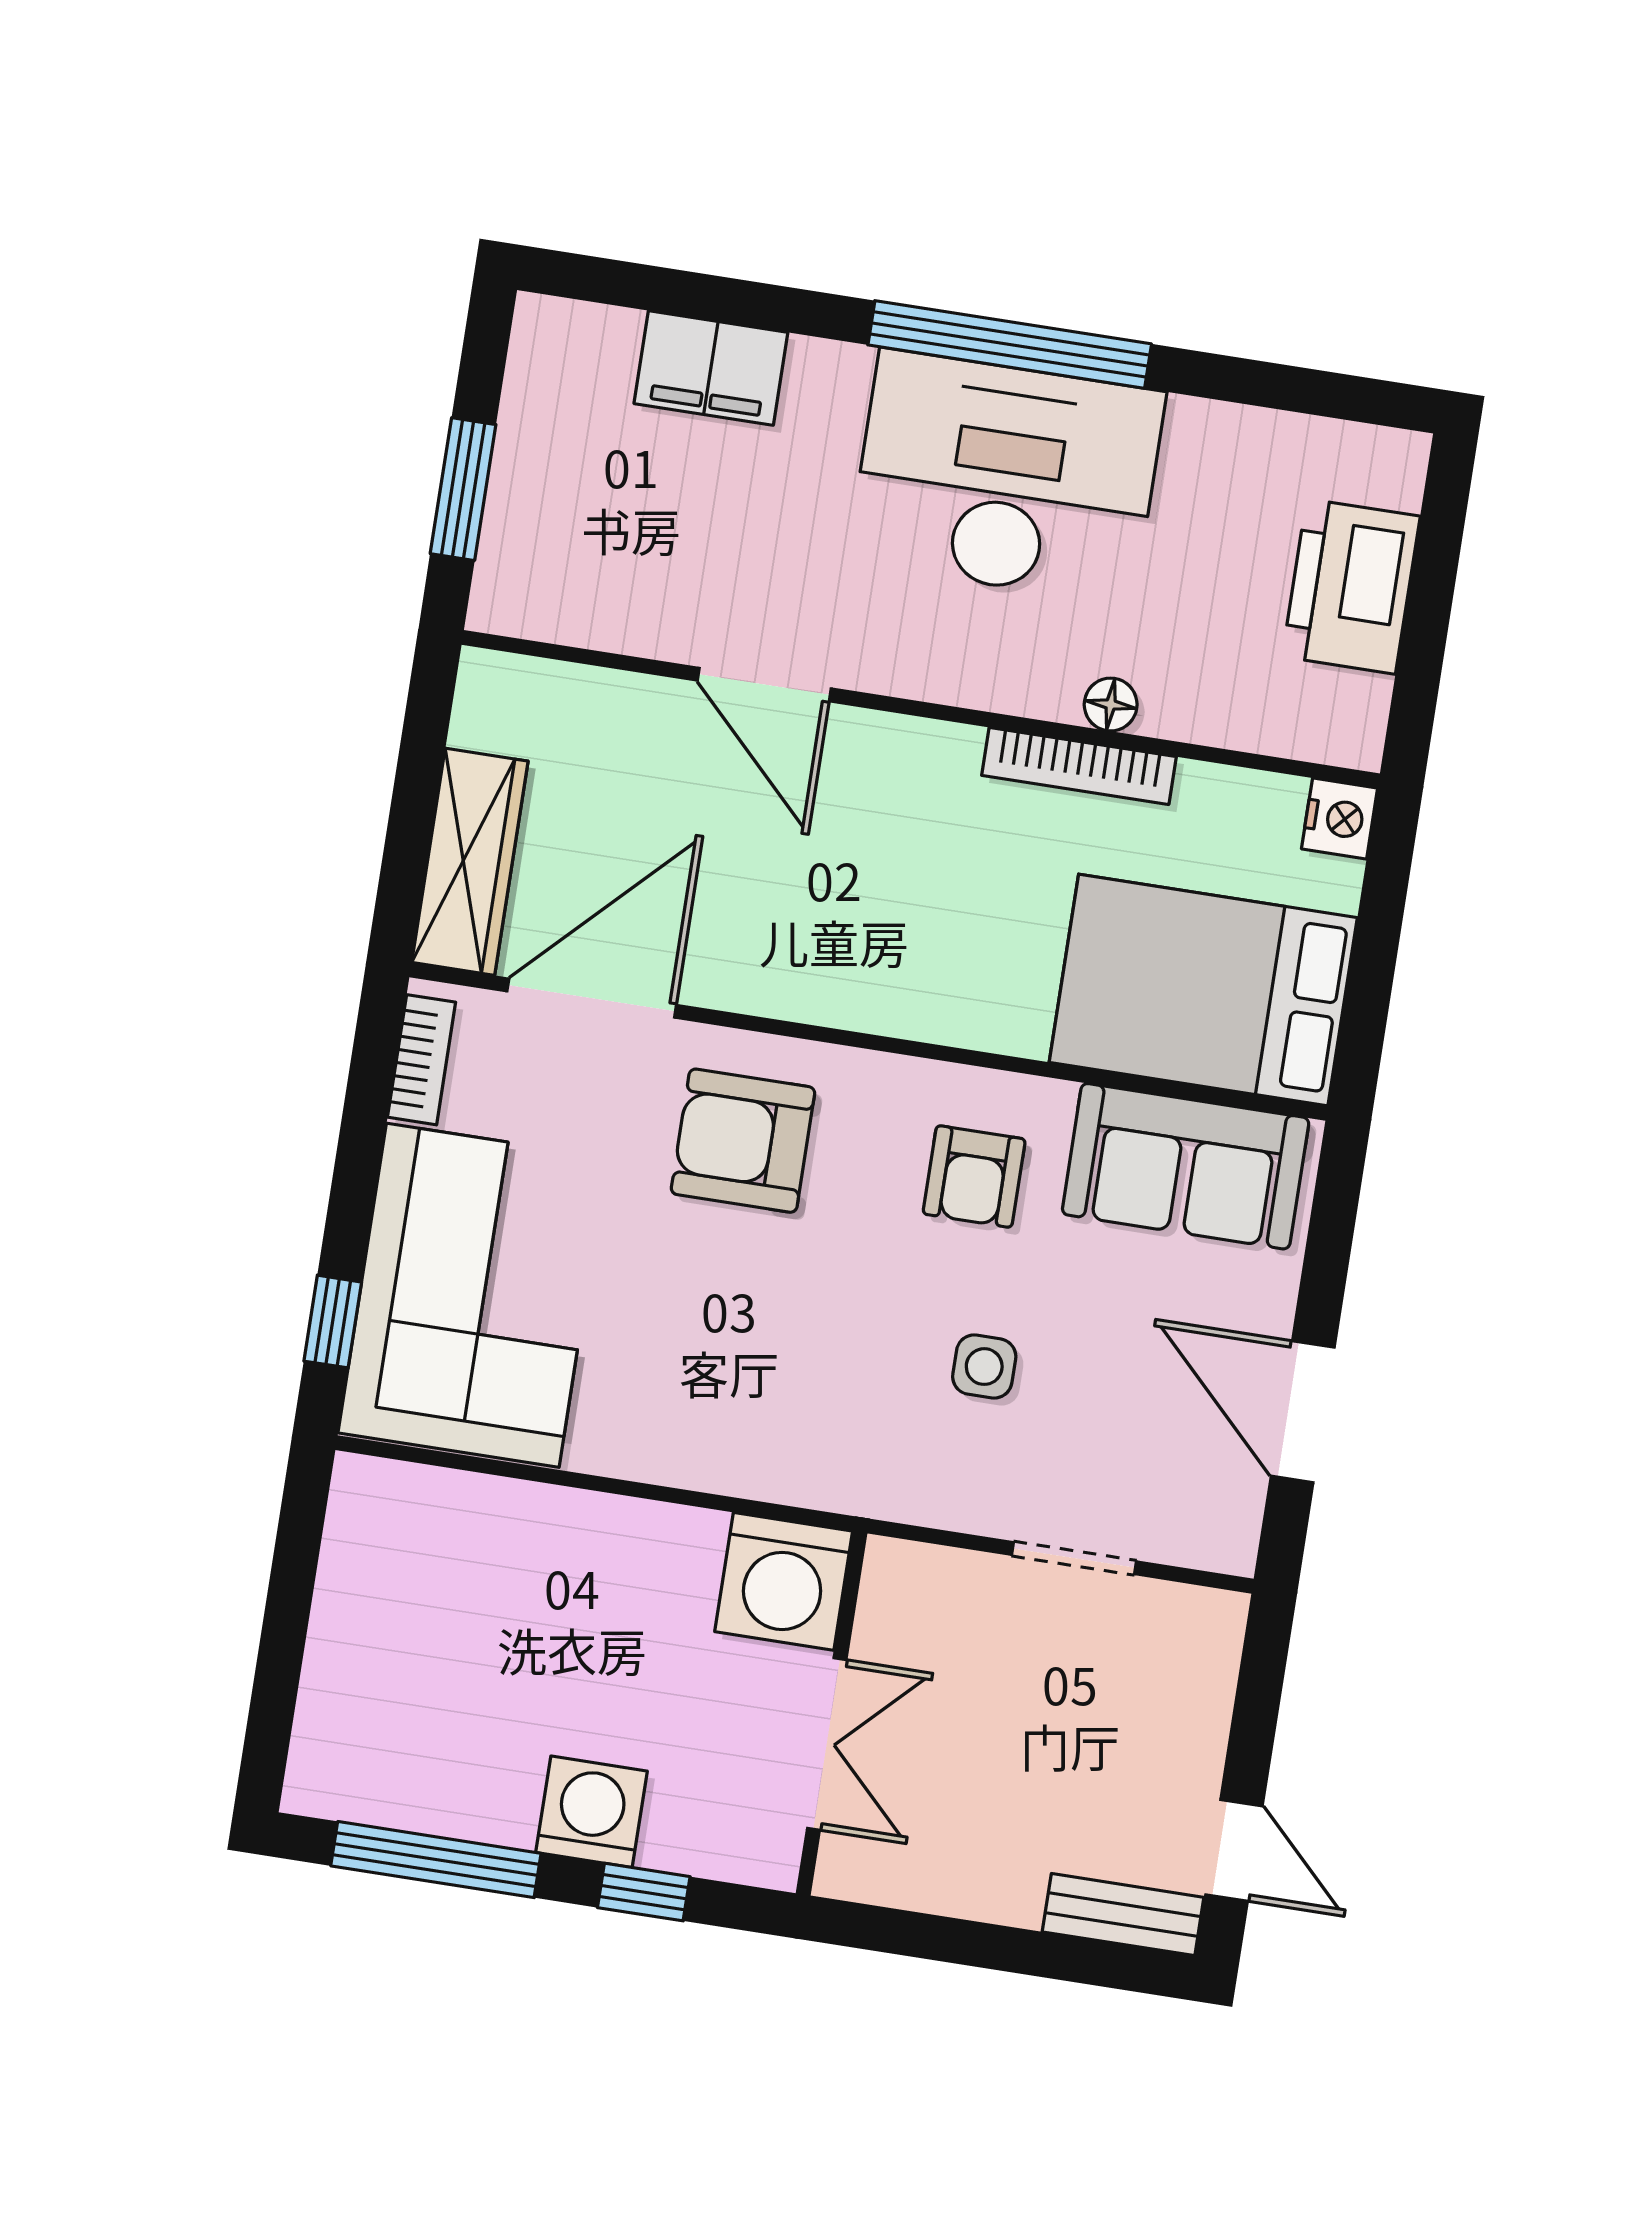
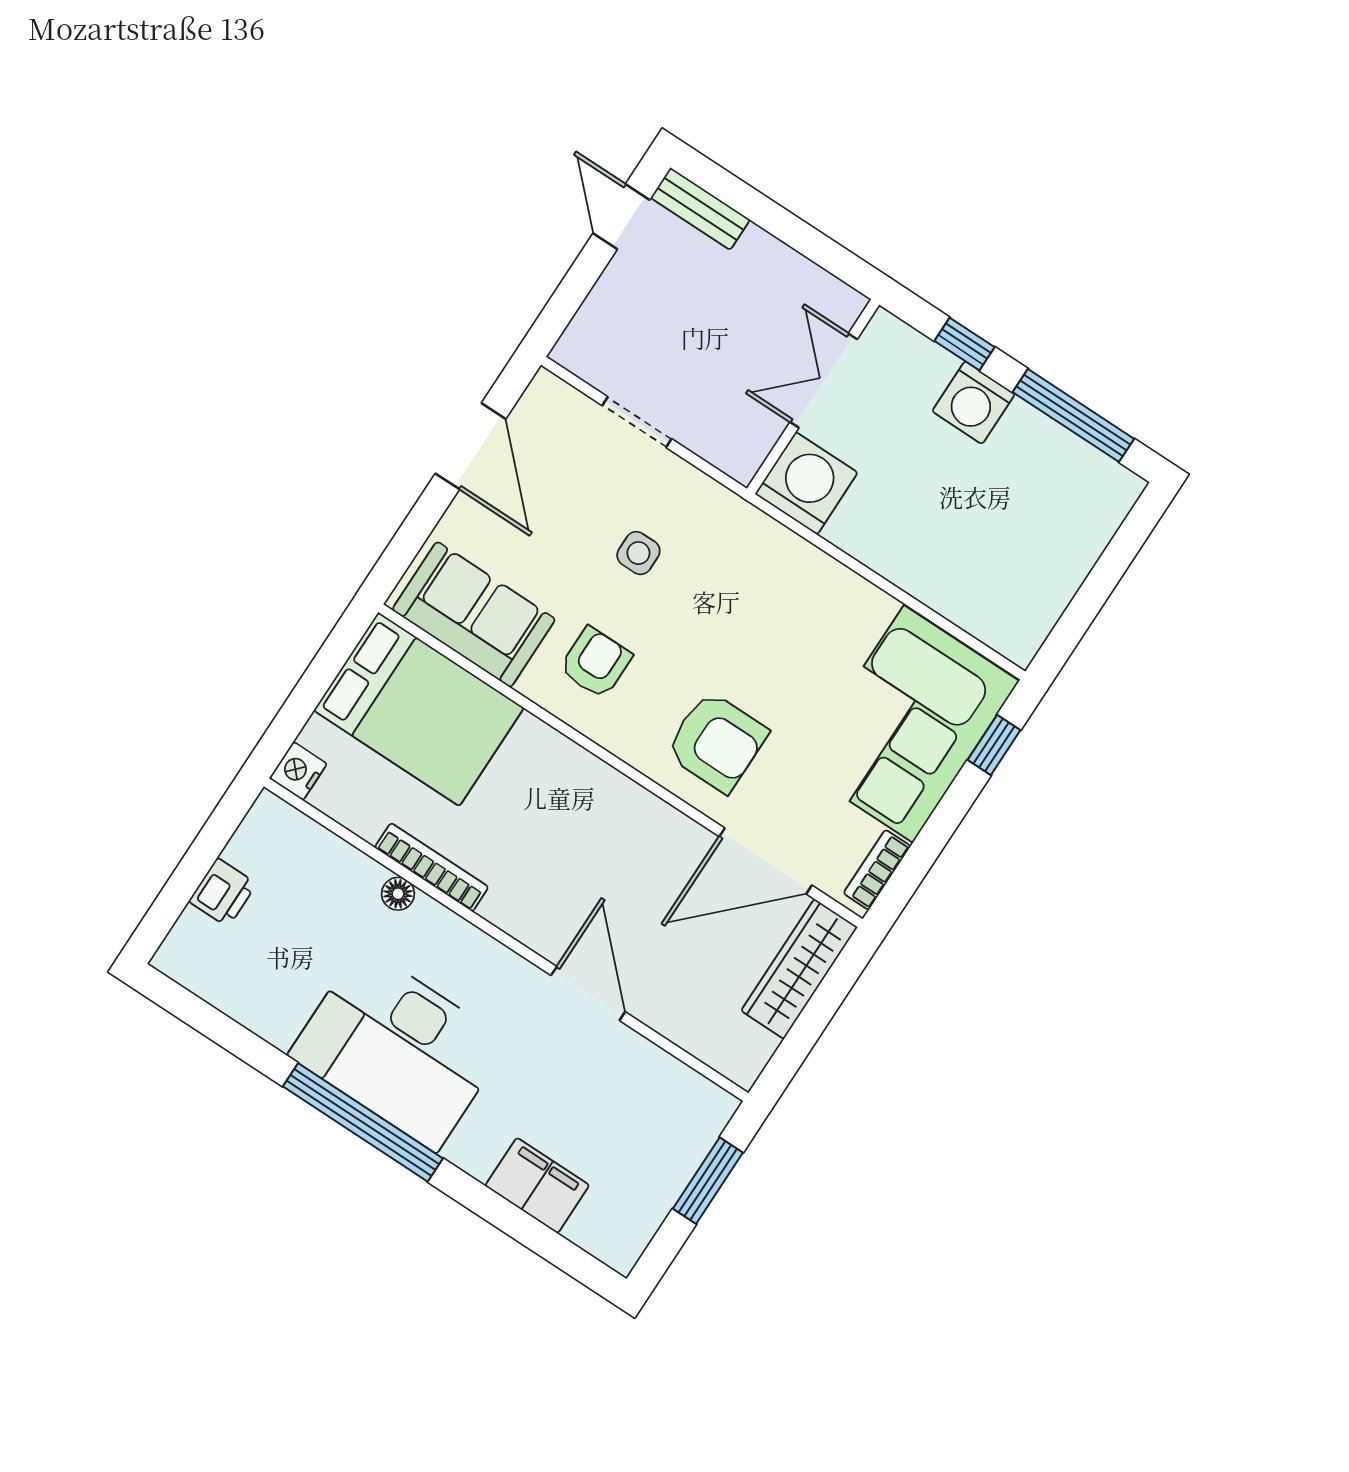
printer: (1351, 586) -> (223, 892), width x0.53, depth x0.68

